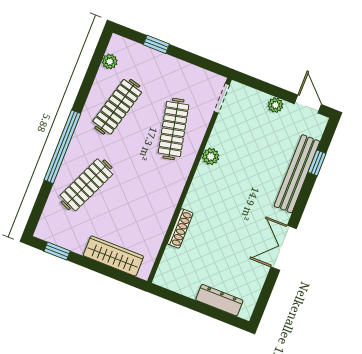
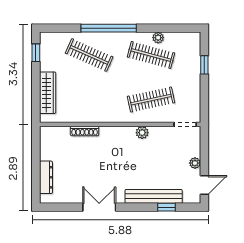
plant: (110, 62) -> (158, 38), moved

